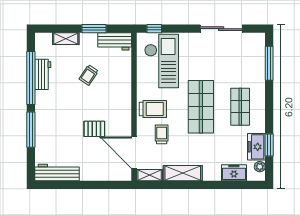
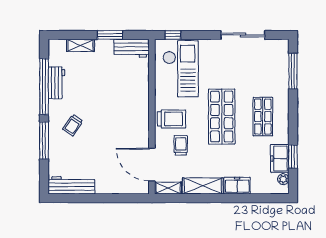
trolley: (89, 75) -> (73, 125), moved
pallet: (94, 129) -> (110, 140), removed
freezer: (234, 173) -> (237, 186), moved

